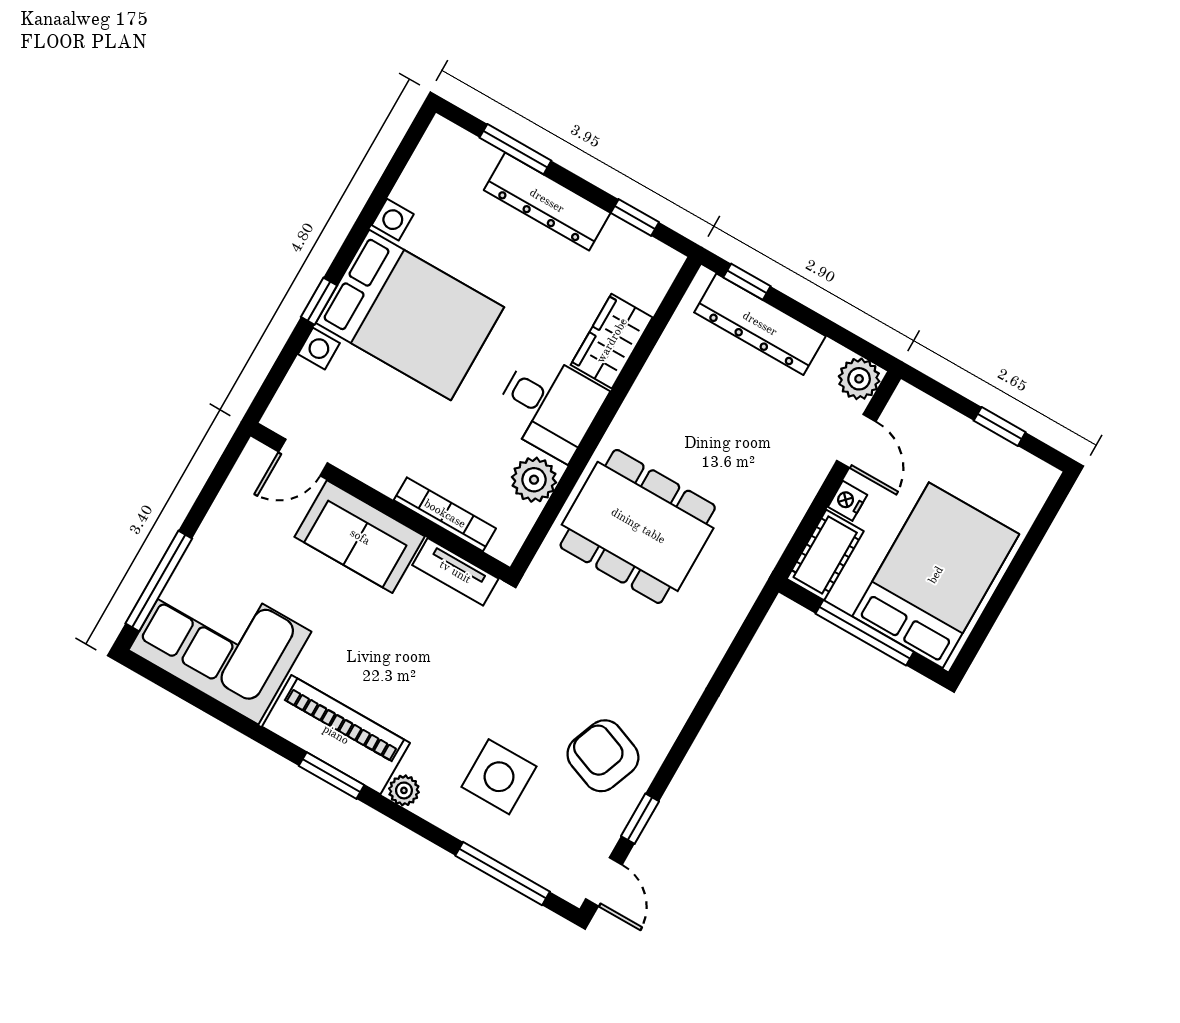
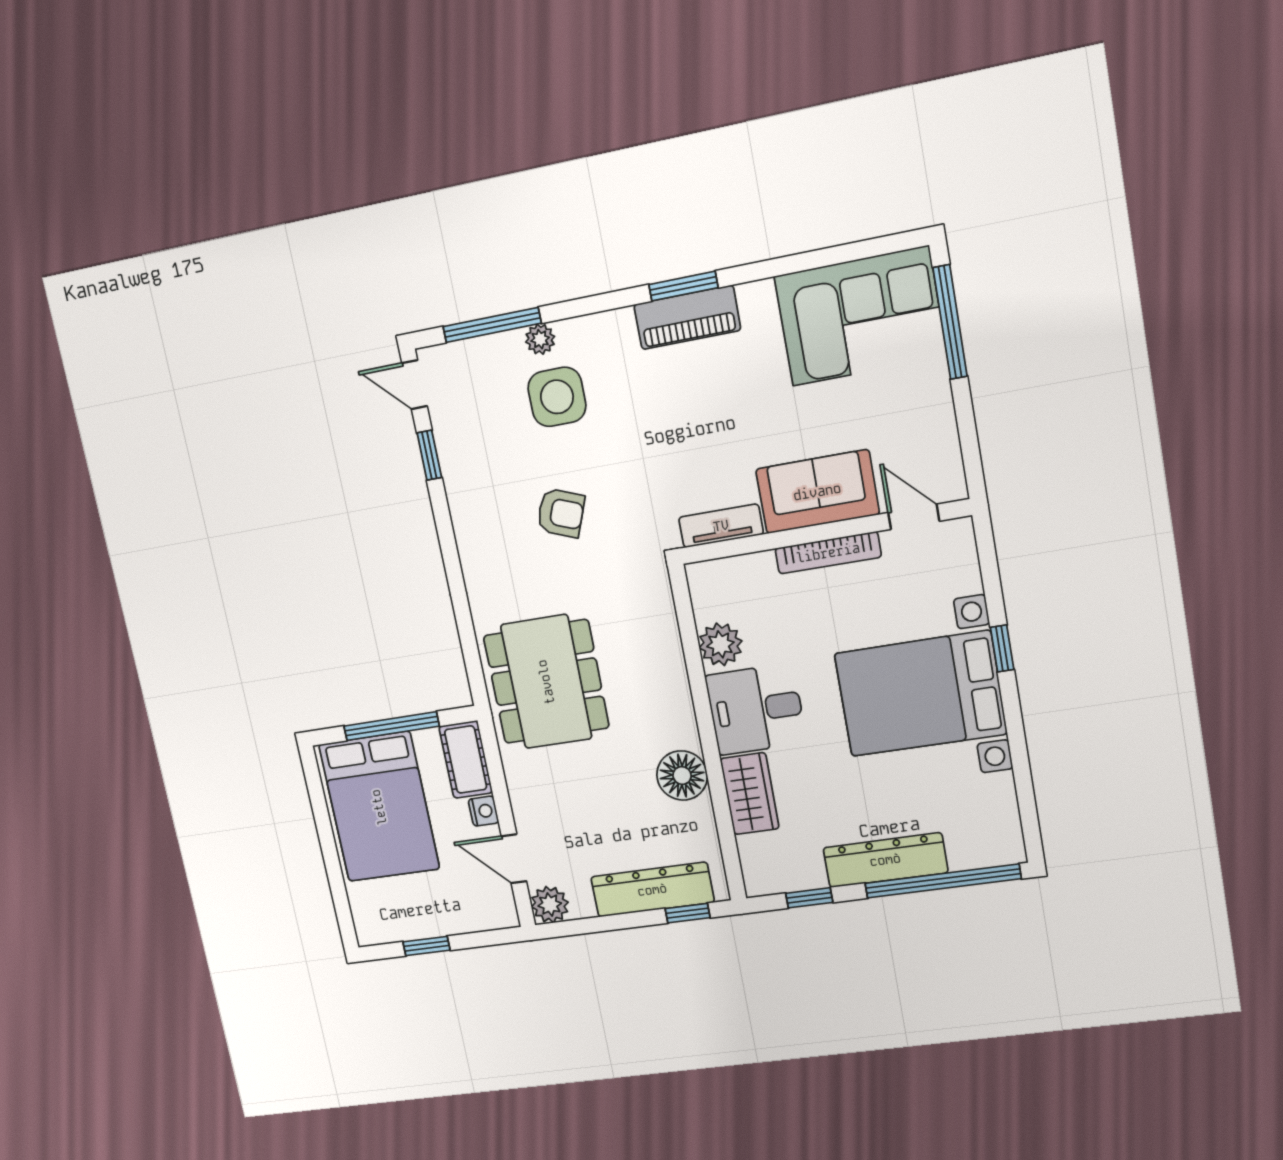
window: (515, 149) -> (943, 881), width x2.11
floor lamp: (654, 399) -> (682, 775), added
door: (303, 457) -> (914, 517), hinge flipped
bookcase: (445, 514) -> (828, 553), moved
dining table: (638, 526) -> (546, 682), moved, turned 90
piano: (336, 735) -> (687, 317), width x0.73, depth x0.75
armchair: (603, 756) -> (561, 513), moved, width x0.72, depth x0.72
plant: (404, 790) -> (540, 339), moved

